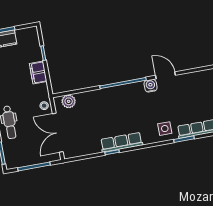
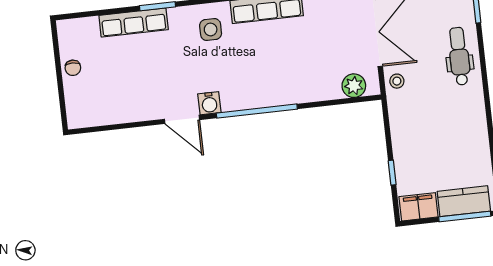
filing cabinet: (38, 73) -> (418, 207), moved, turned -90
side table: (165, 129) -> (211, 29), moved

